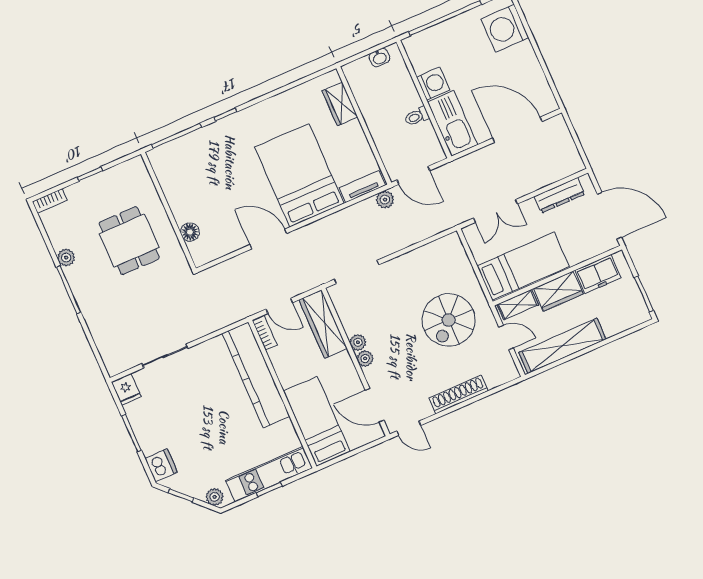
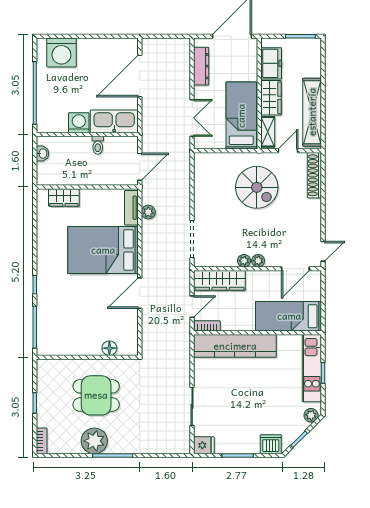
plant: (385, 200) -> (148, 212), moved
plant: (66, 258) -> (94, 441), width x1.88, depth x1.88
shoe rack: (459, 394) -> (314, 175), moved

